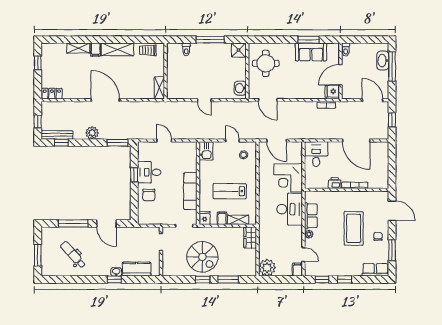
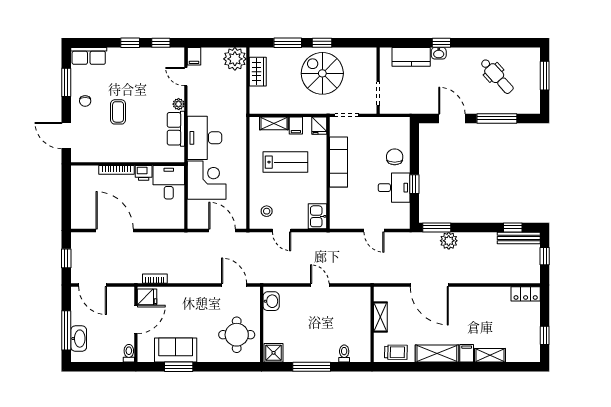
shelving: (159, 88) -> (380, 317), moved
door: (105, 100) -> (429, 285), moved
plant: (92, 133) -> (449, 241), moved
desk: (316, 154) -> (169, 182), moved, turned 180
coffee table: (354, 228) -> (118, 112), width x0.54, depth x0.58
wardrobe: (250, 238) -> (258, 72), moved

